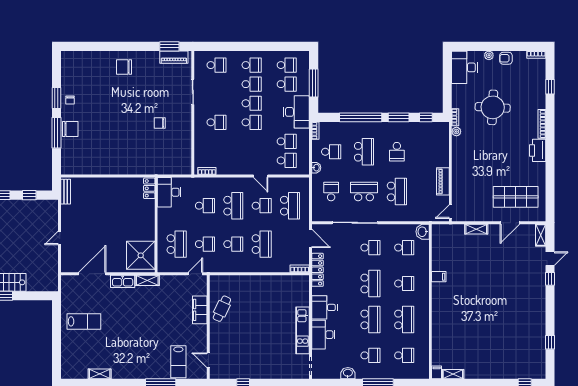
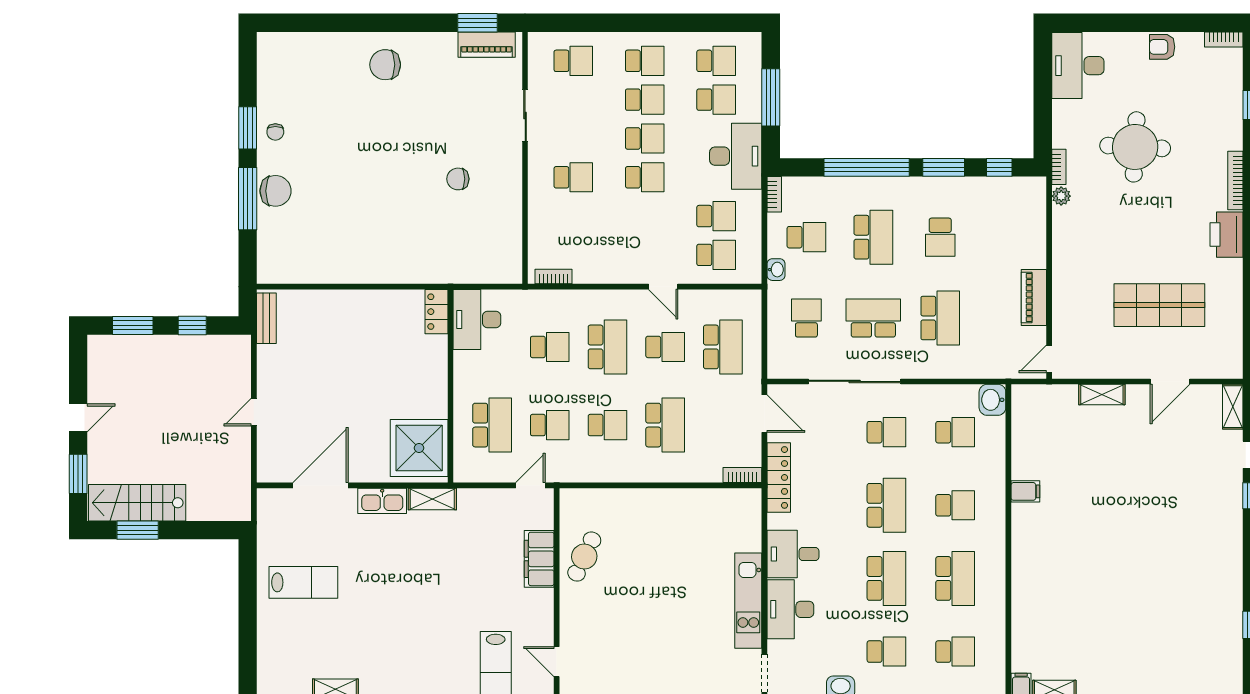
plant: (489, 55) -> (1127, 41), removed
shop shelf: (516, 197) -> (1159, 305), moved

